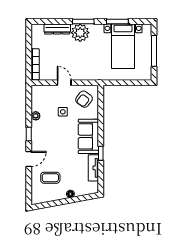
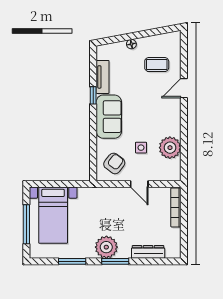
plant: (80, 33) -> (106, 247), moved
bed with nightstands: (123, 46) -> (53, 215), moved, turned 180
plant: (36, 116) -> (170, 148), width x1.88, depth x1.88
window: (29, 134) -> (184, 120), removed

